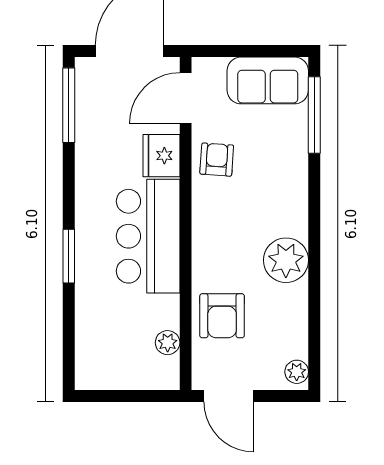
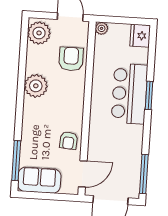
fridge: (161, 156) -> (140, 36), moved, turned 180
bar counter: (148, 236) -> (129, 94), moved, turned 180
plant: (168, 343) -> (102, 28), moved
plant: (297, 372) -> (39, 33), width x1.87, depth x1.87

